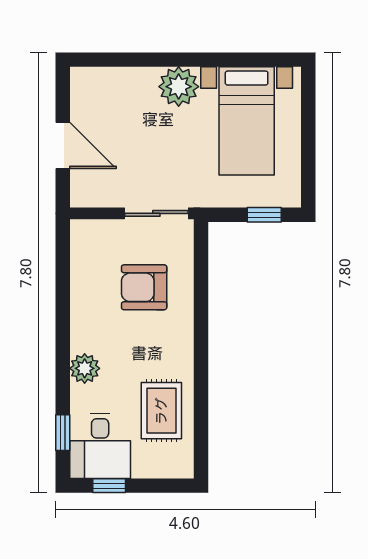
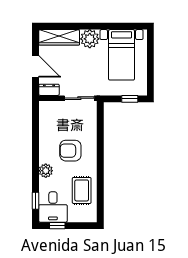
wardrobe: (113, 83) -> (59, 37), added
dresser: (92, 195) -> (49, 90), added
armchair: (144, 287) -> (70, 151), moved

